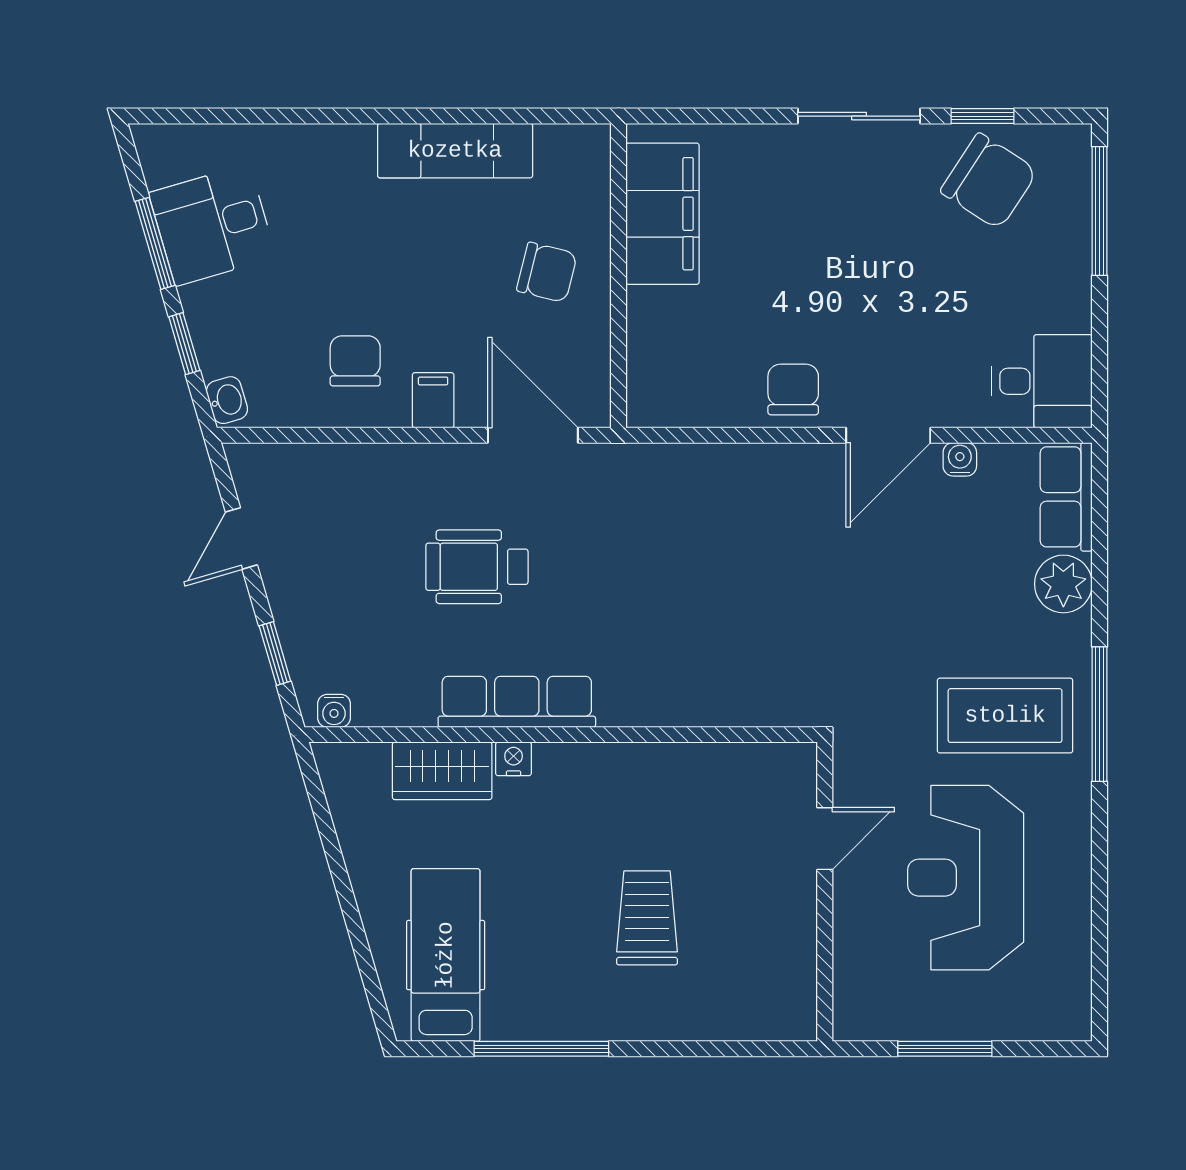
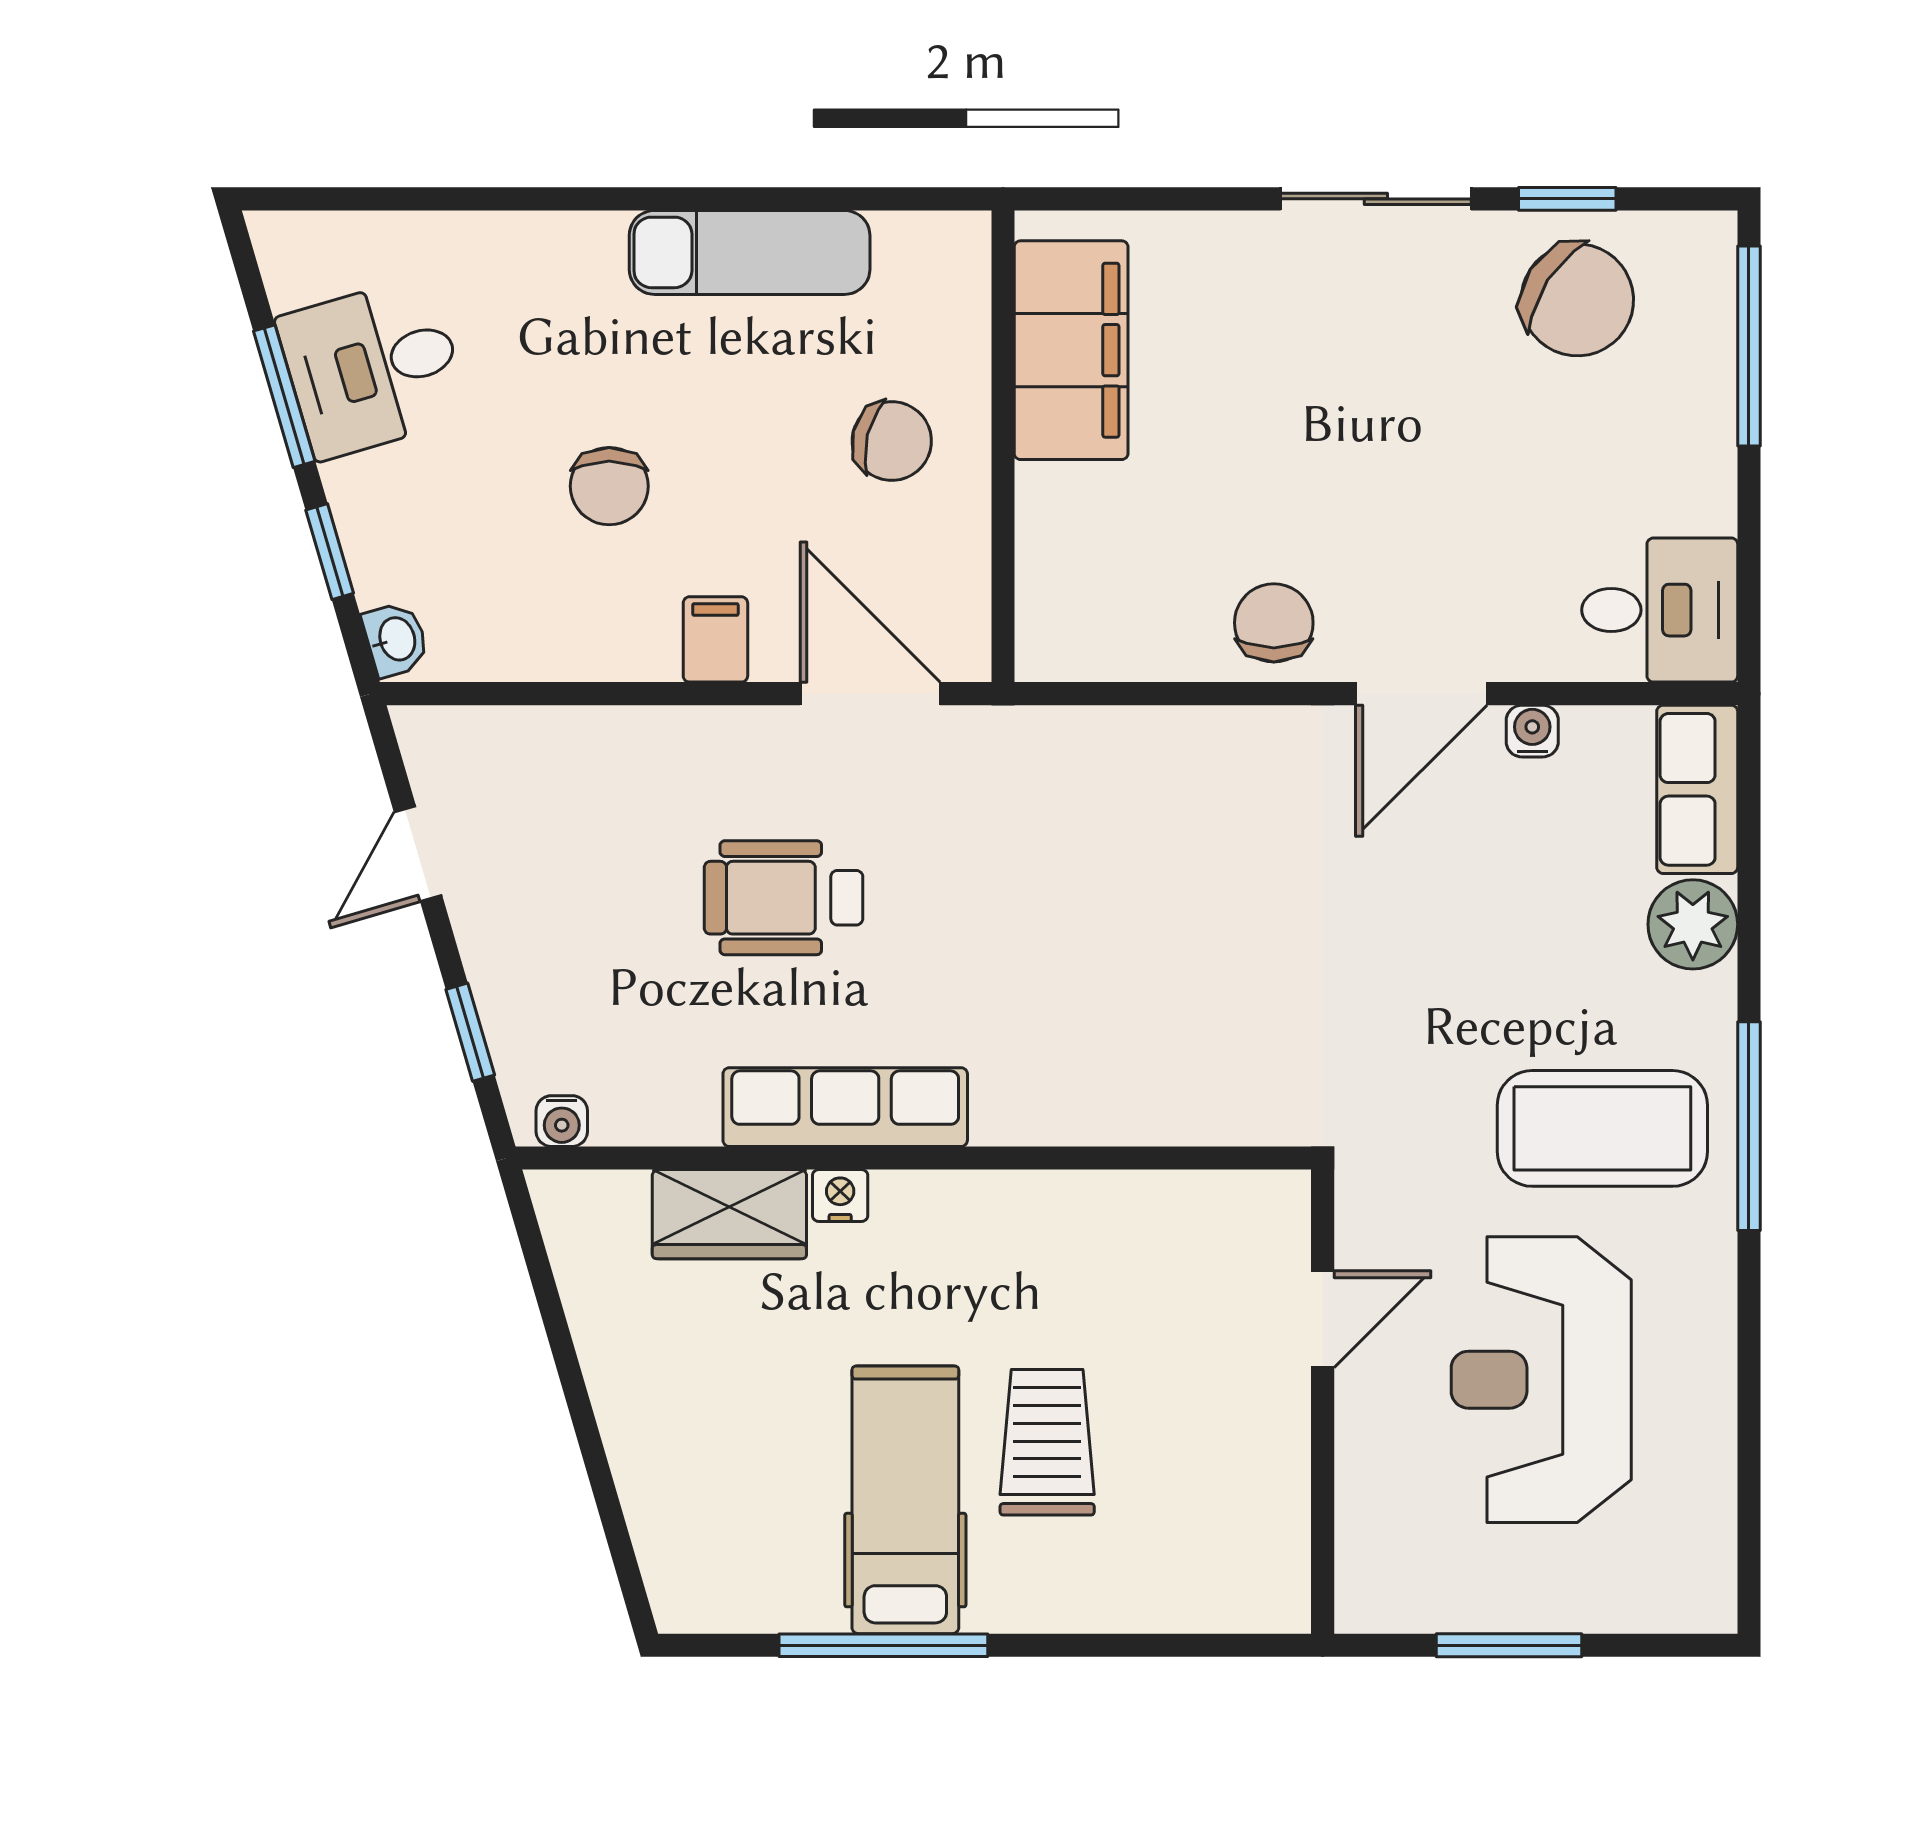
chair: (355, 361) -> (609, 486), moved, turned 180
hospital bed: (446, 955) -> (905, 1500), moved

